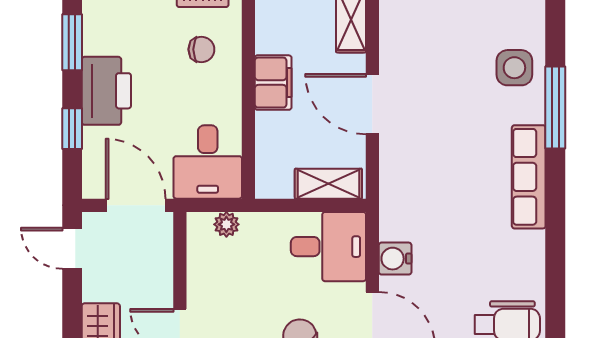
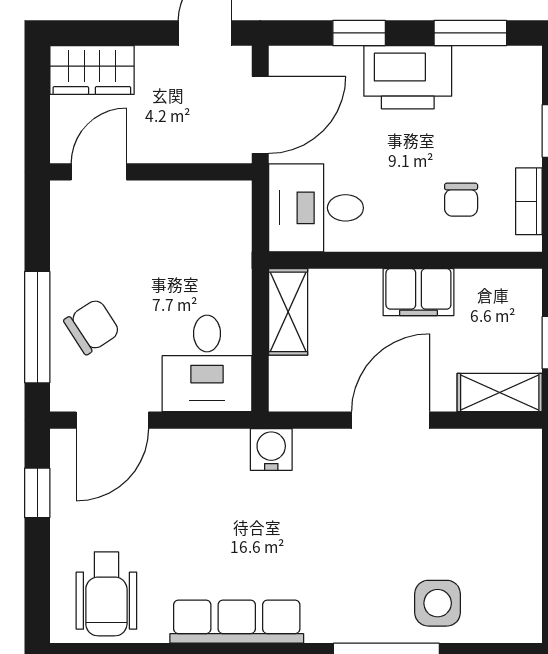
row of seats: (529, 177) -> (237, 622), moved
shelving: (328, 184) -> (288, 312), moved
plant: (226, 224) -> (236, 232), removed
water cooler: (395, 259) -> (271, 449), moved

